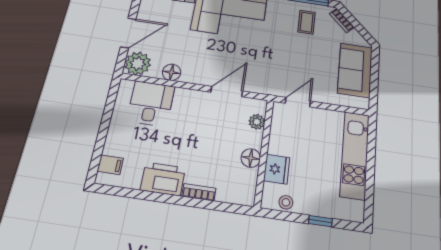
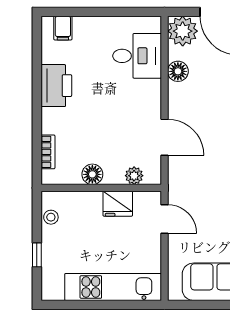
fridge: (277, 169) -> (118, 204), moved
bookcase: (199, 192) -> (48, 152), moved

